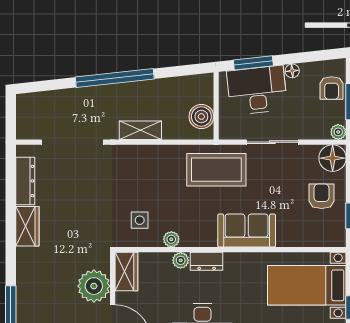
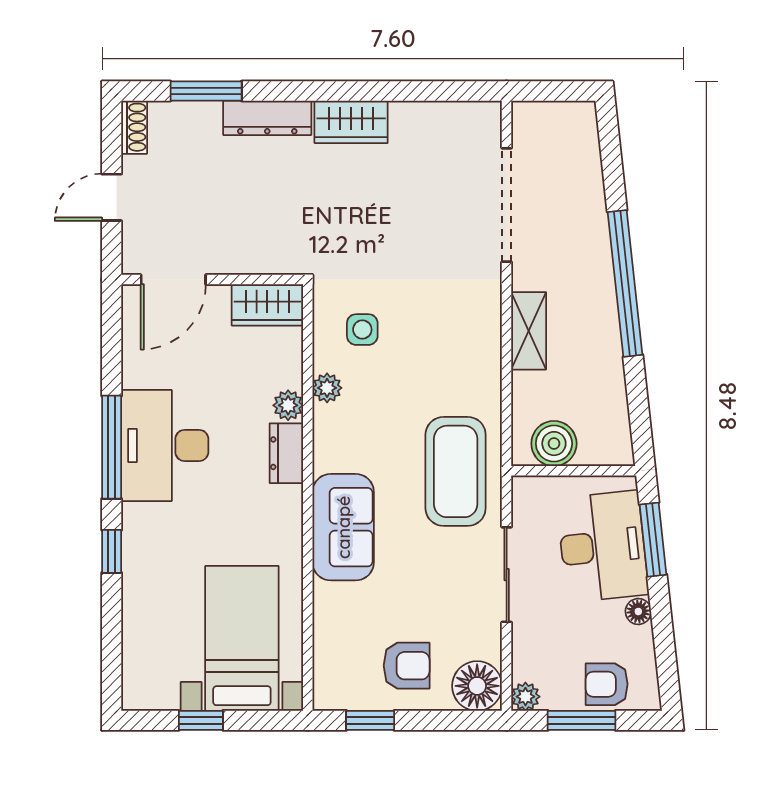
dresser: (25, 181) -> (267, 118), moved
plant: (94, 286) -> (241, 245), removed

